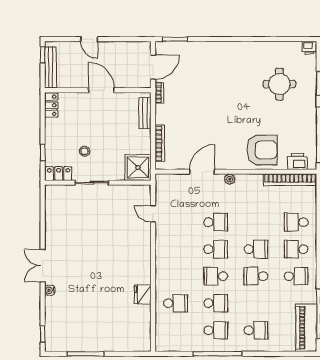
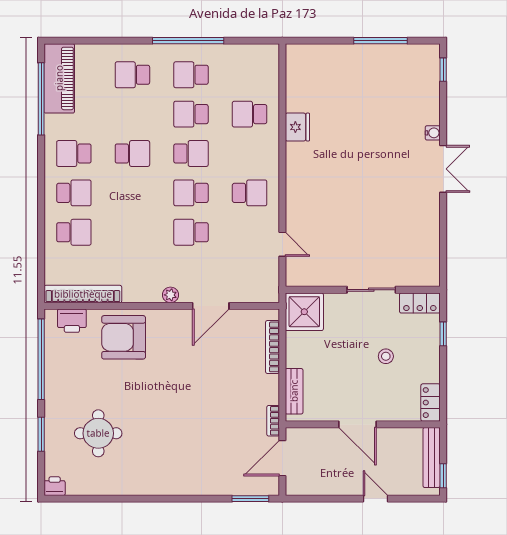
stool: (85, 151) -> (386, 356), moved
school desk: (256, 249) -> (250, 193), moved, turned 180

